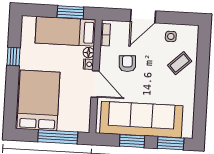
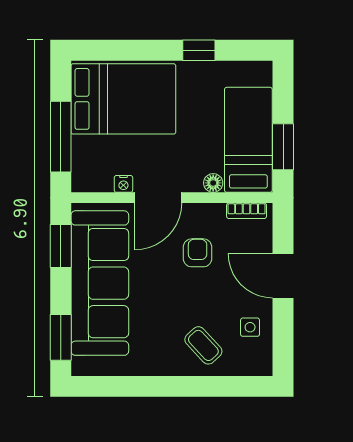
nightstand: (88, 64) -> (123, 184), moved
armchair: (127, 64) -> (198, 253), turned -87
window: (132, 141) -> (61, 246), moved

